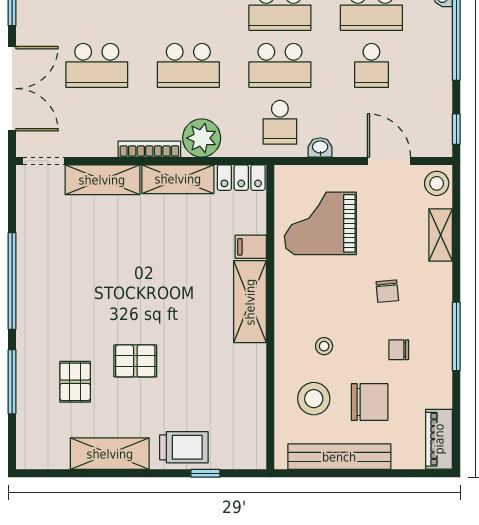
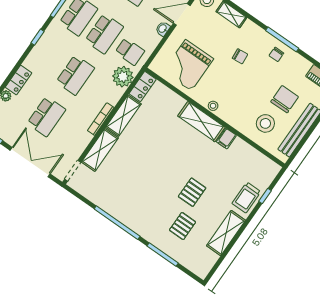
plant: (202, 138) -> (123, 77), moved
washbasin: (320, 147) -> (163, 29), moved
filing cabinet: (251, 247) -> (226, 139), moved
stool: (324, 346) -> (213, 106), moved
chair: (399, 350) -> (276, 54), moved
pallet: (75, 382) -> (183, 226), turned 90
trolley: (184, 447) -> (246, 197), turned 180

